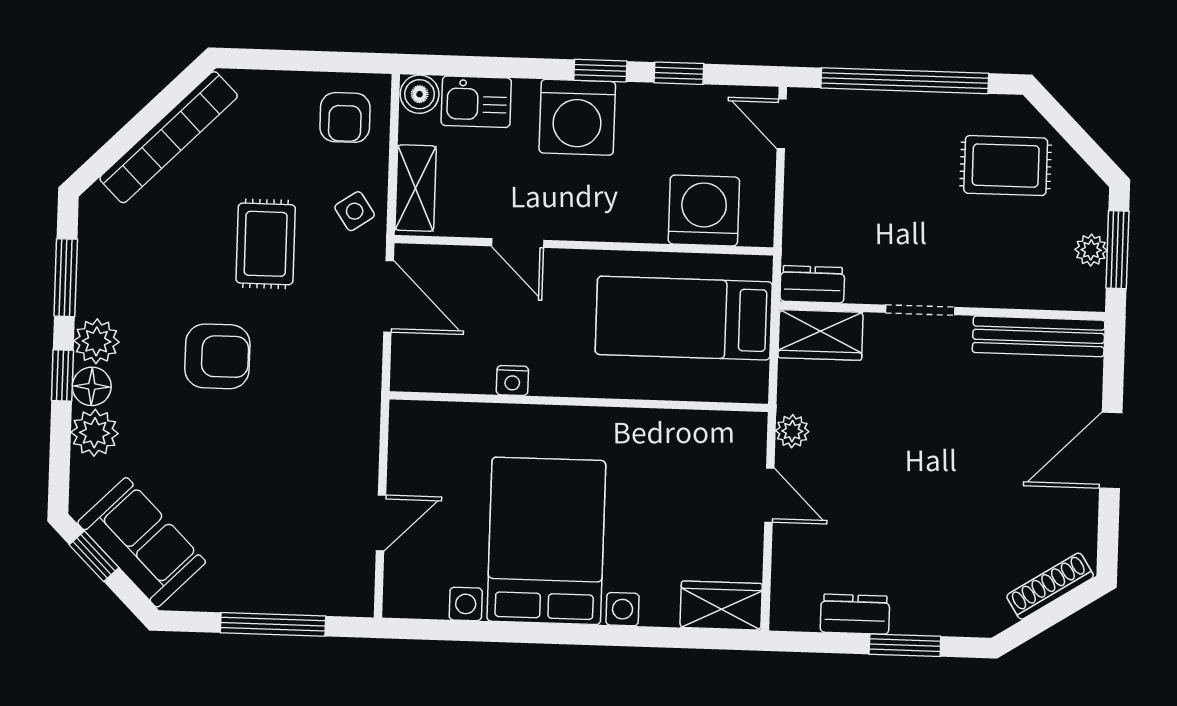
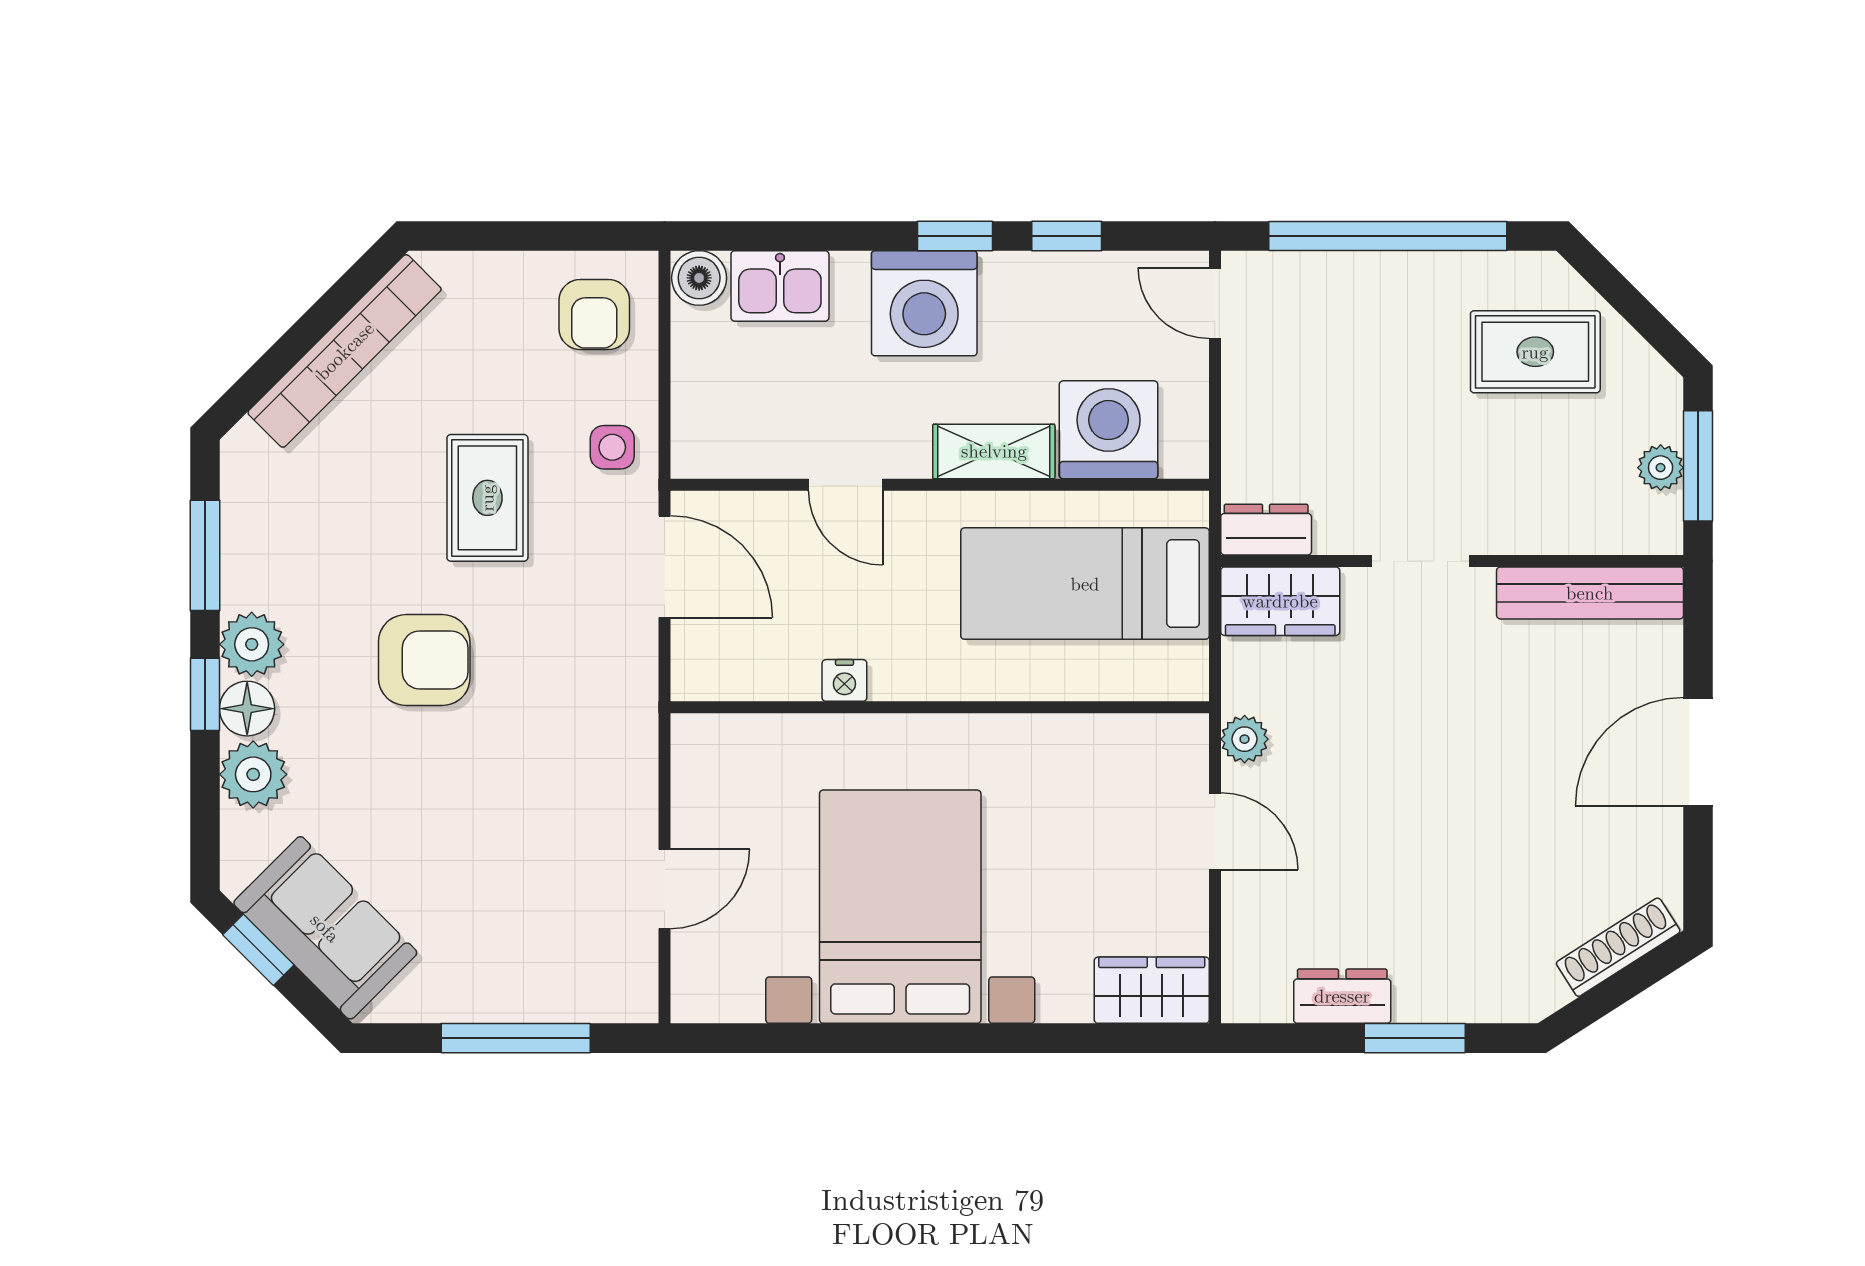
shelving: (416, 188) -> (994, 451), moved, turned 90
side table: (355, 211) -> (612, 447), turned 34

